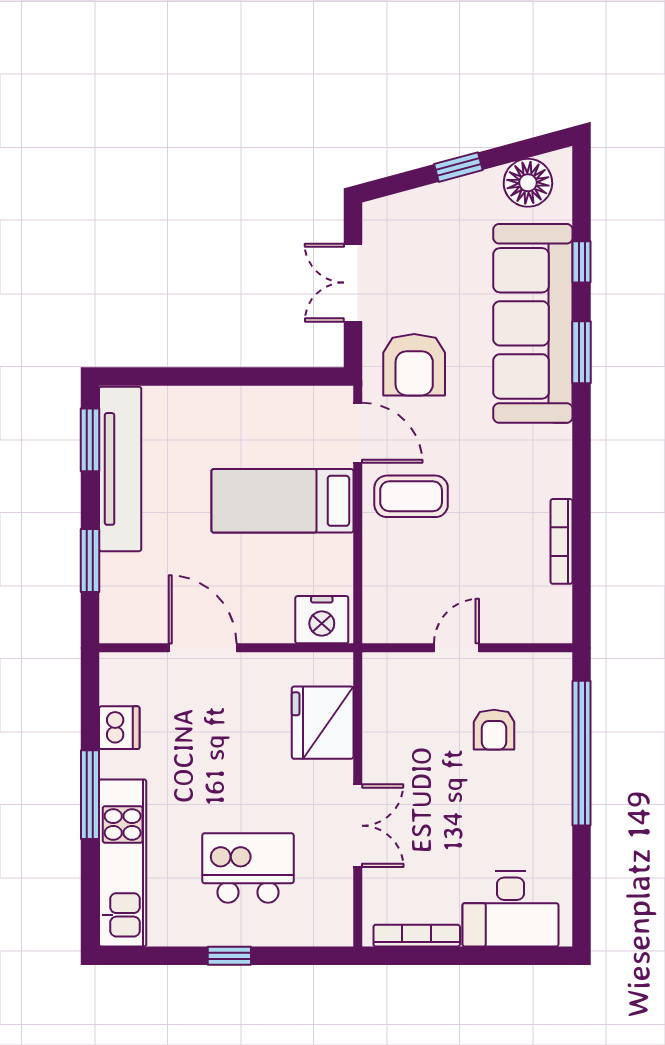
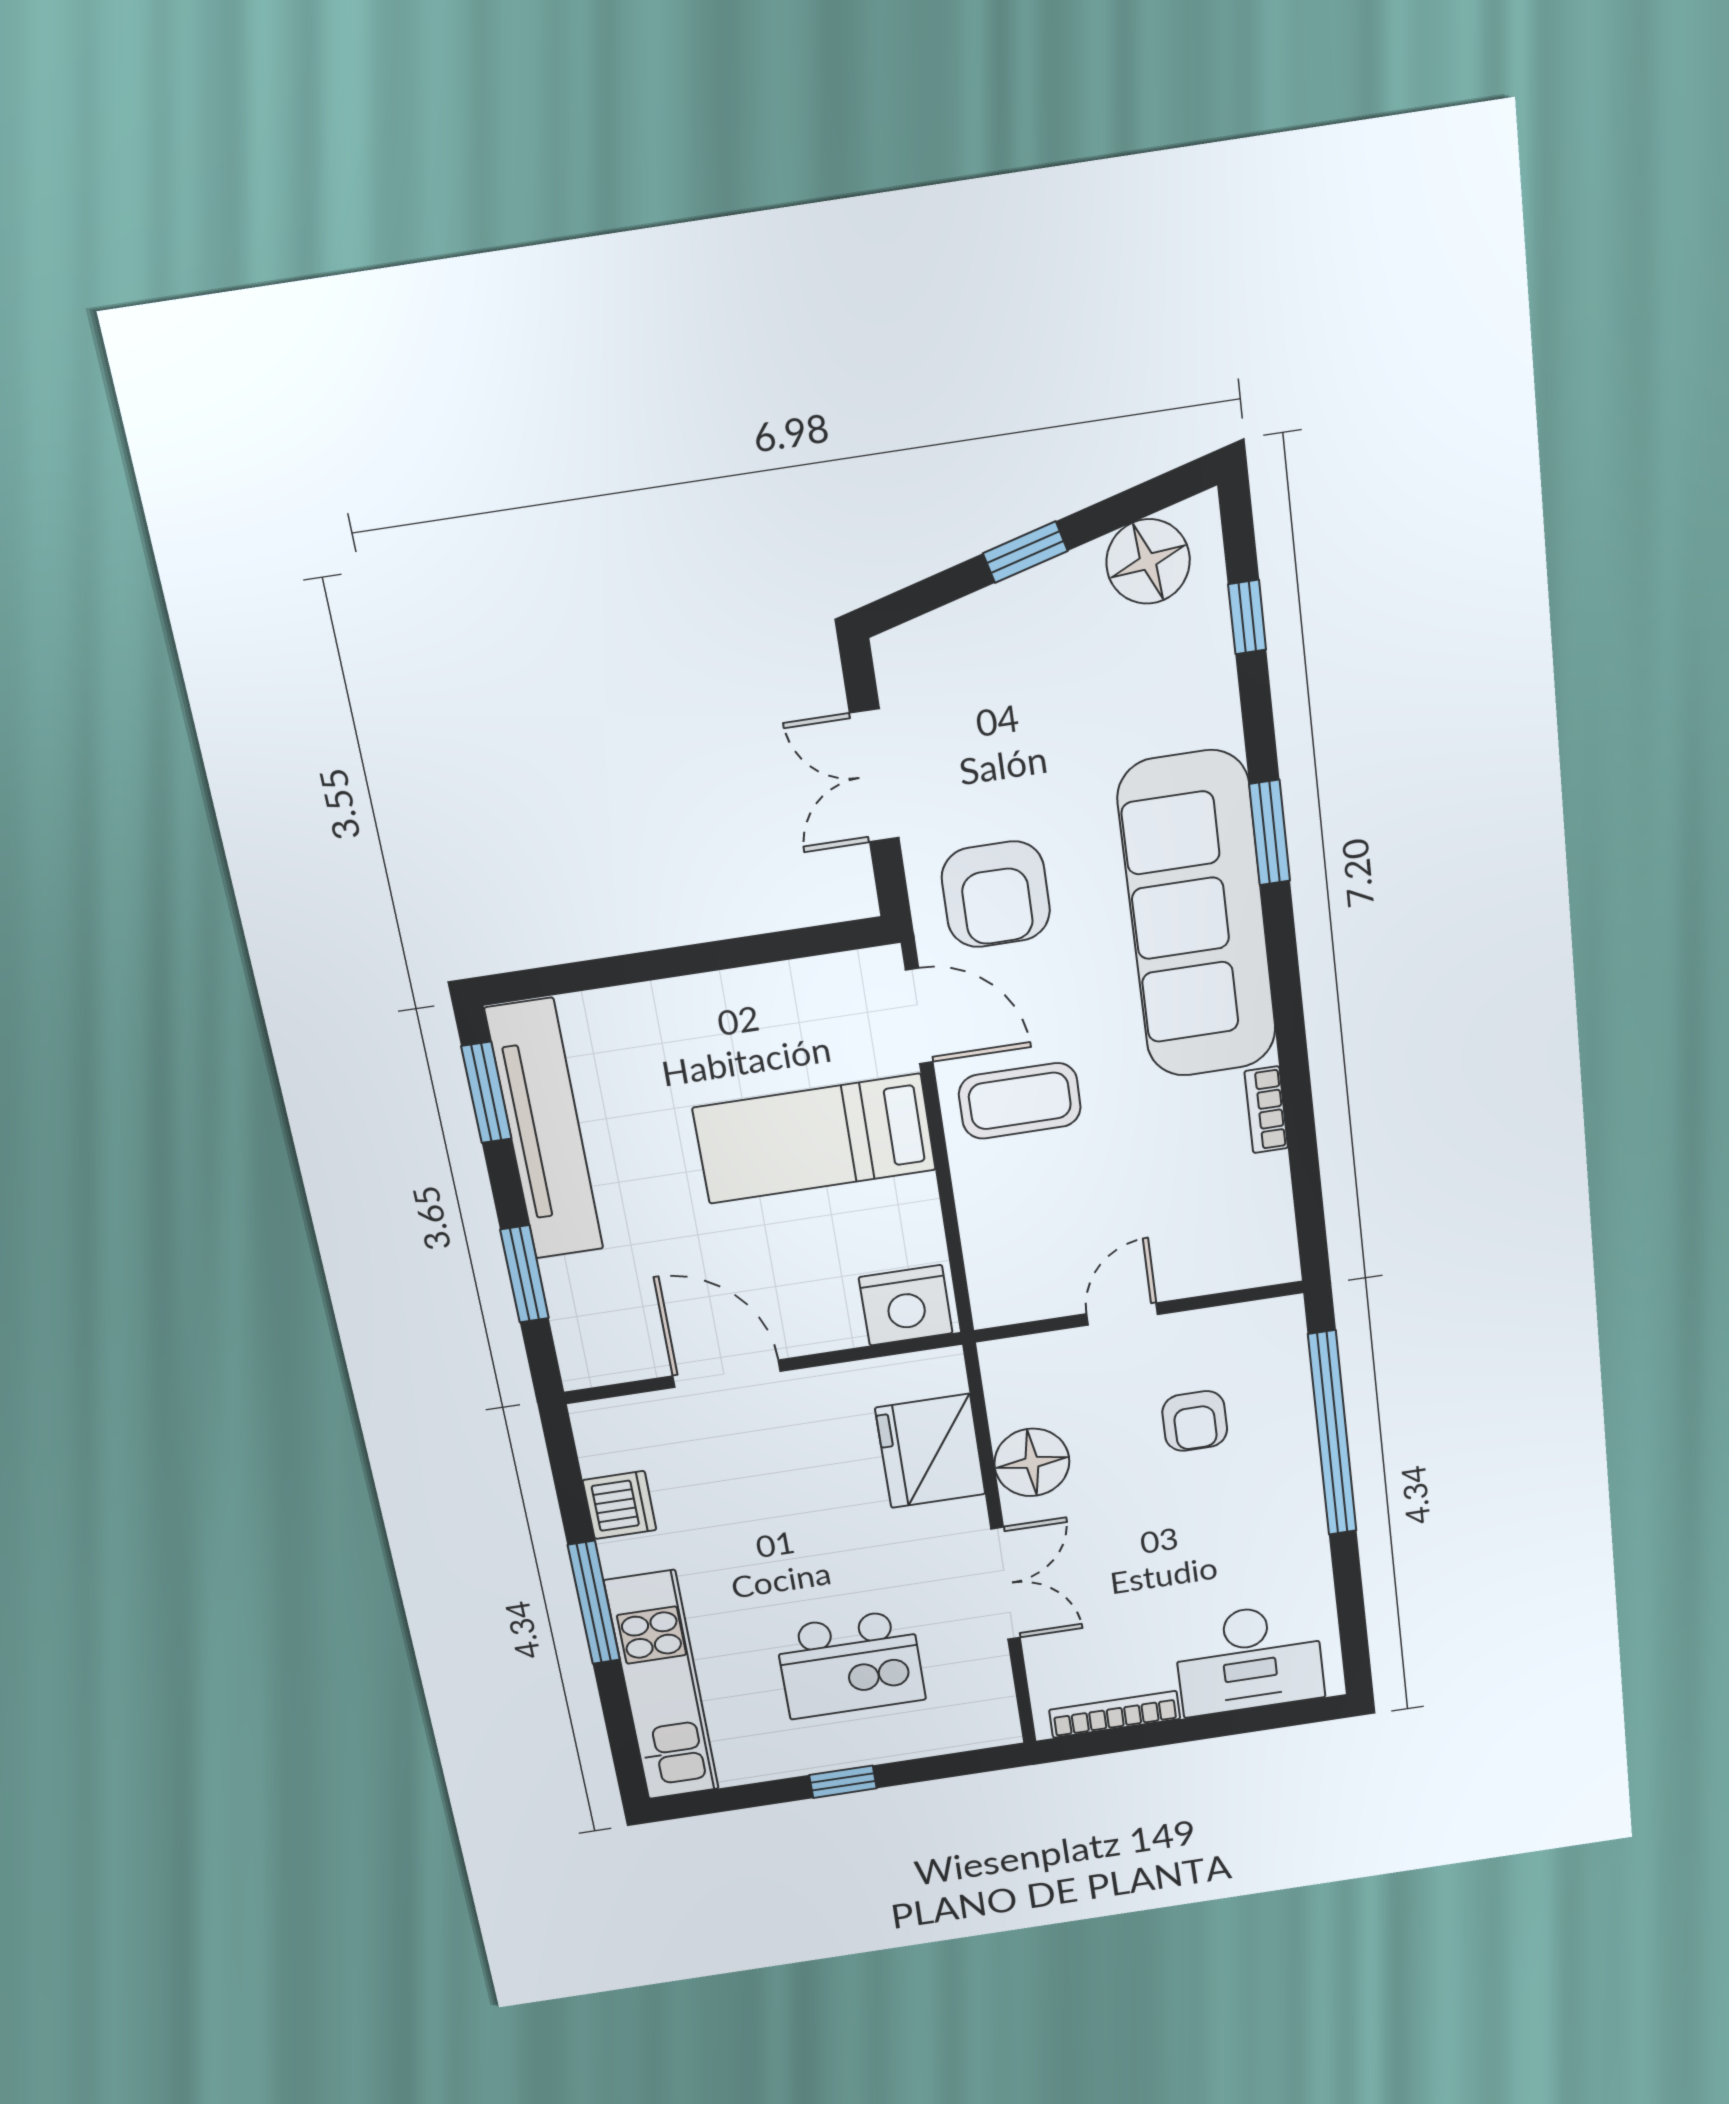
window: (582, 262) -> (1247, 617), moved
sofa: (533, 323) -> (1197, 916), moved
bookcase: (562, 541) -> (1266, 1110), width x0.64
floor lamp: (386, 742) -> (1032, 1462), added
kitchen island: (248, 868) -> (850, 1664), turned 180

